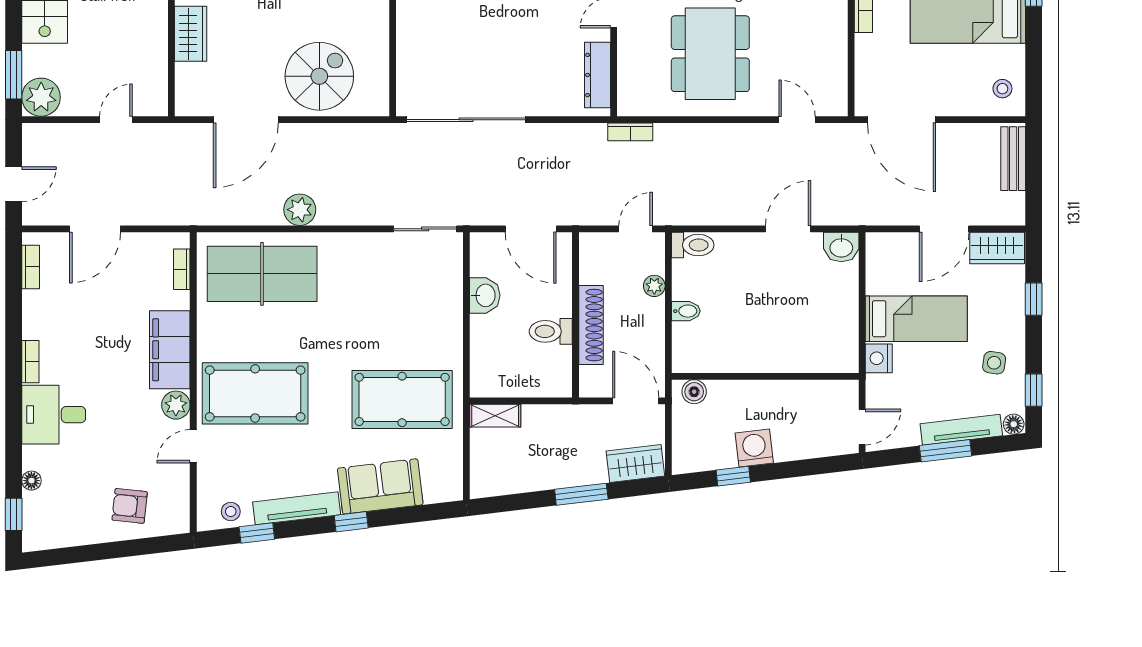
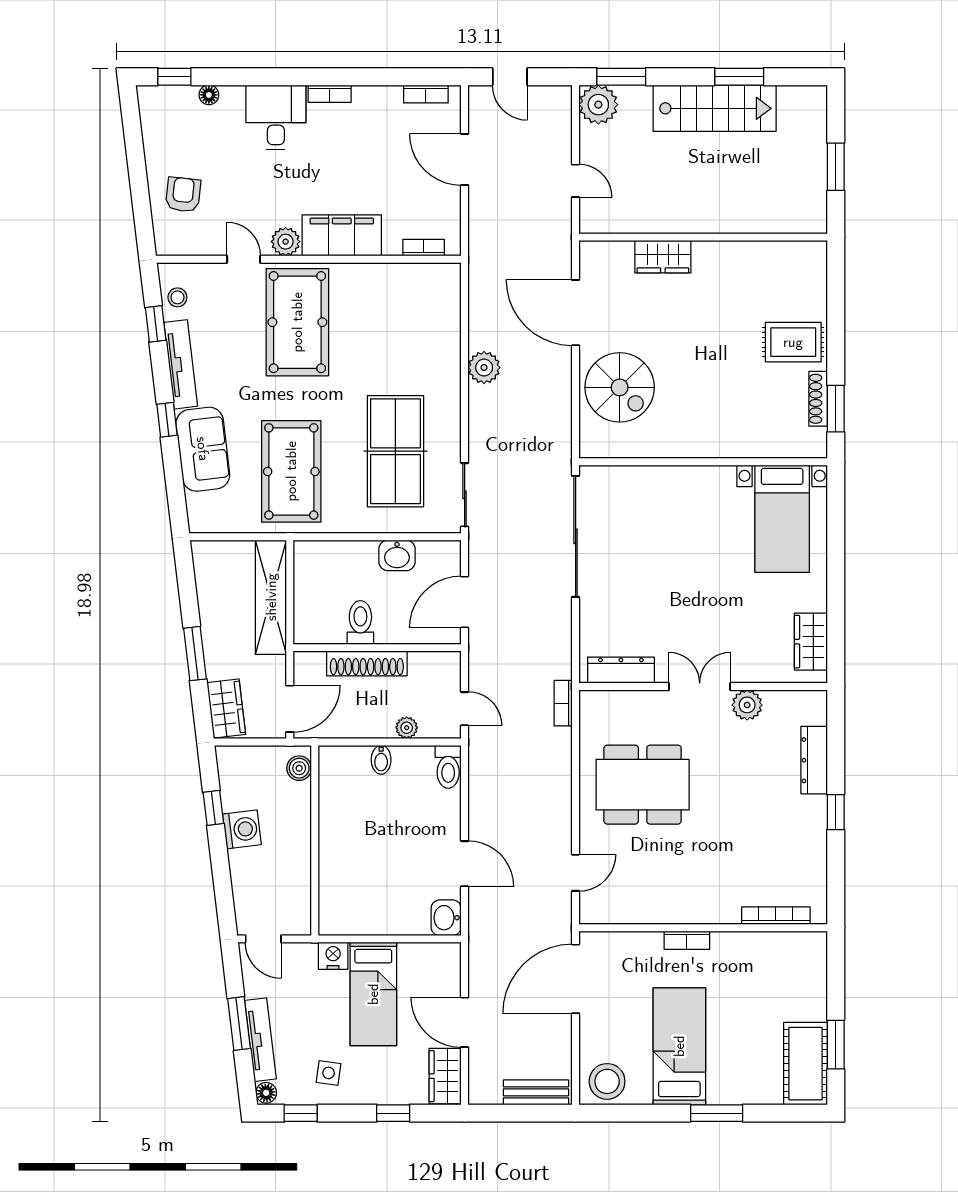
stool: (1002, 89) -> (607, 1081), width x1.89, depth x1.89
table tennis table: (262, 274) -> (395, 451), moved
shelving: (495, 416) -> (271, 597), width x2.20, depth x1.33

